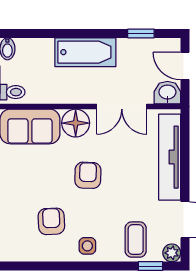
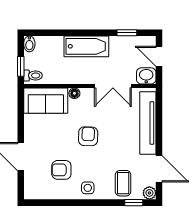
floor lamp: (76, 123) -> (74, 93), width x0.53, depth x0.53
armchair: (51, 221) -> (61, 170), turned -87

